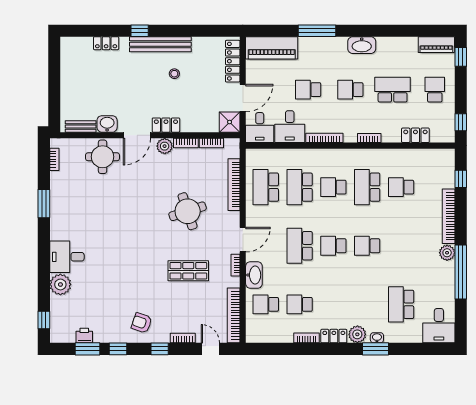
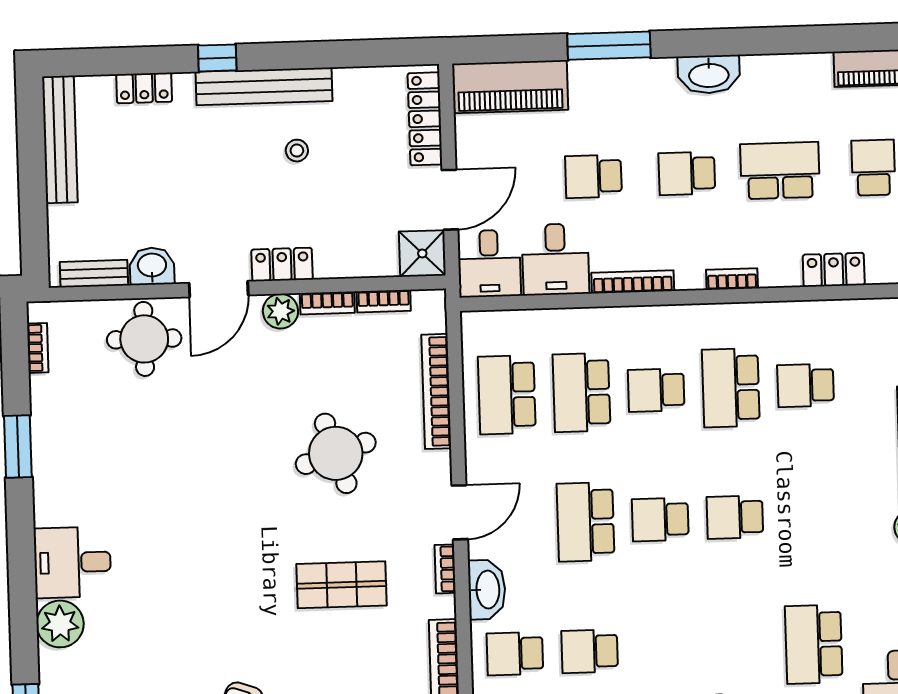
bench: (67, 65) -> (60, 139), added

